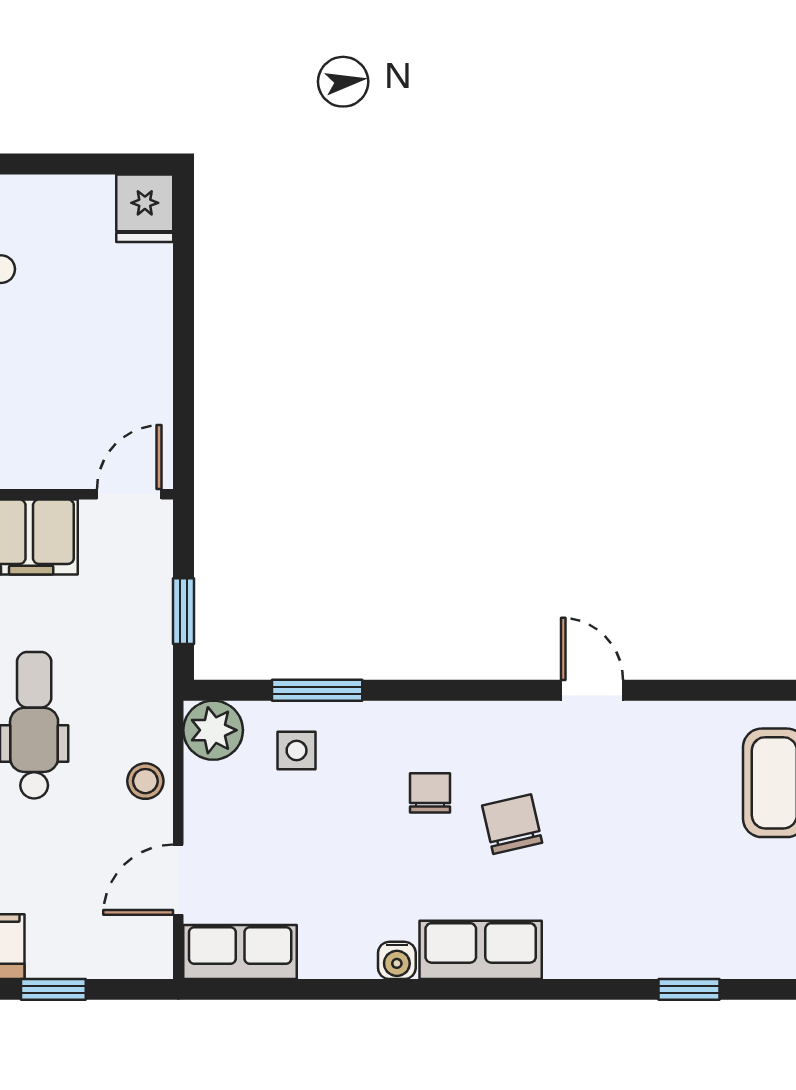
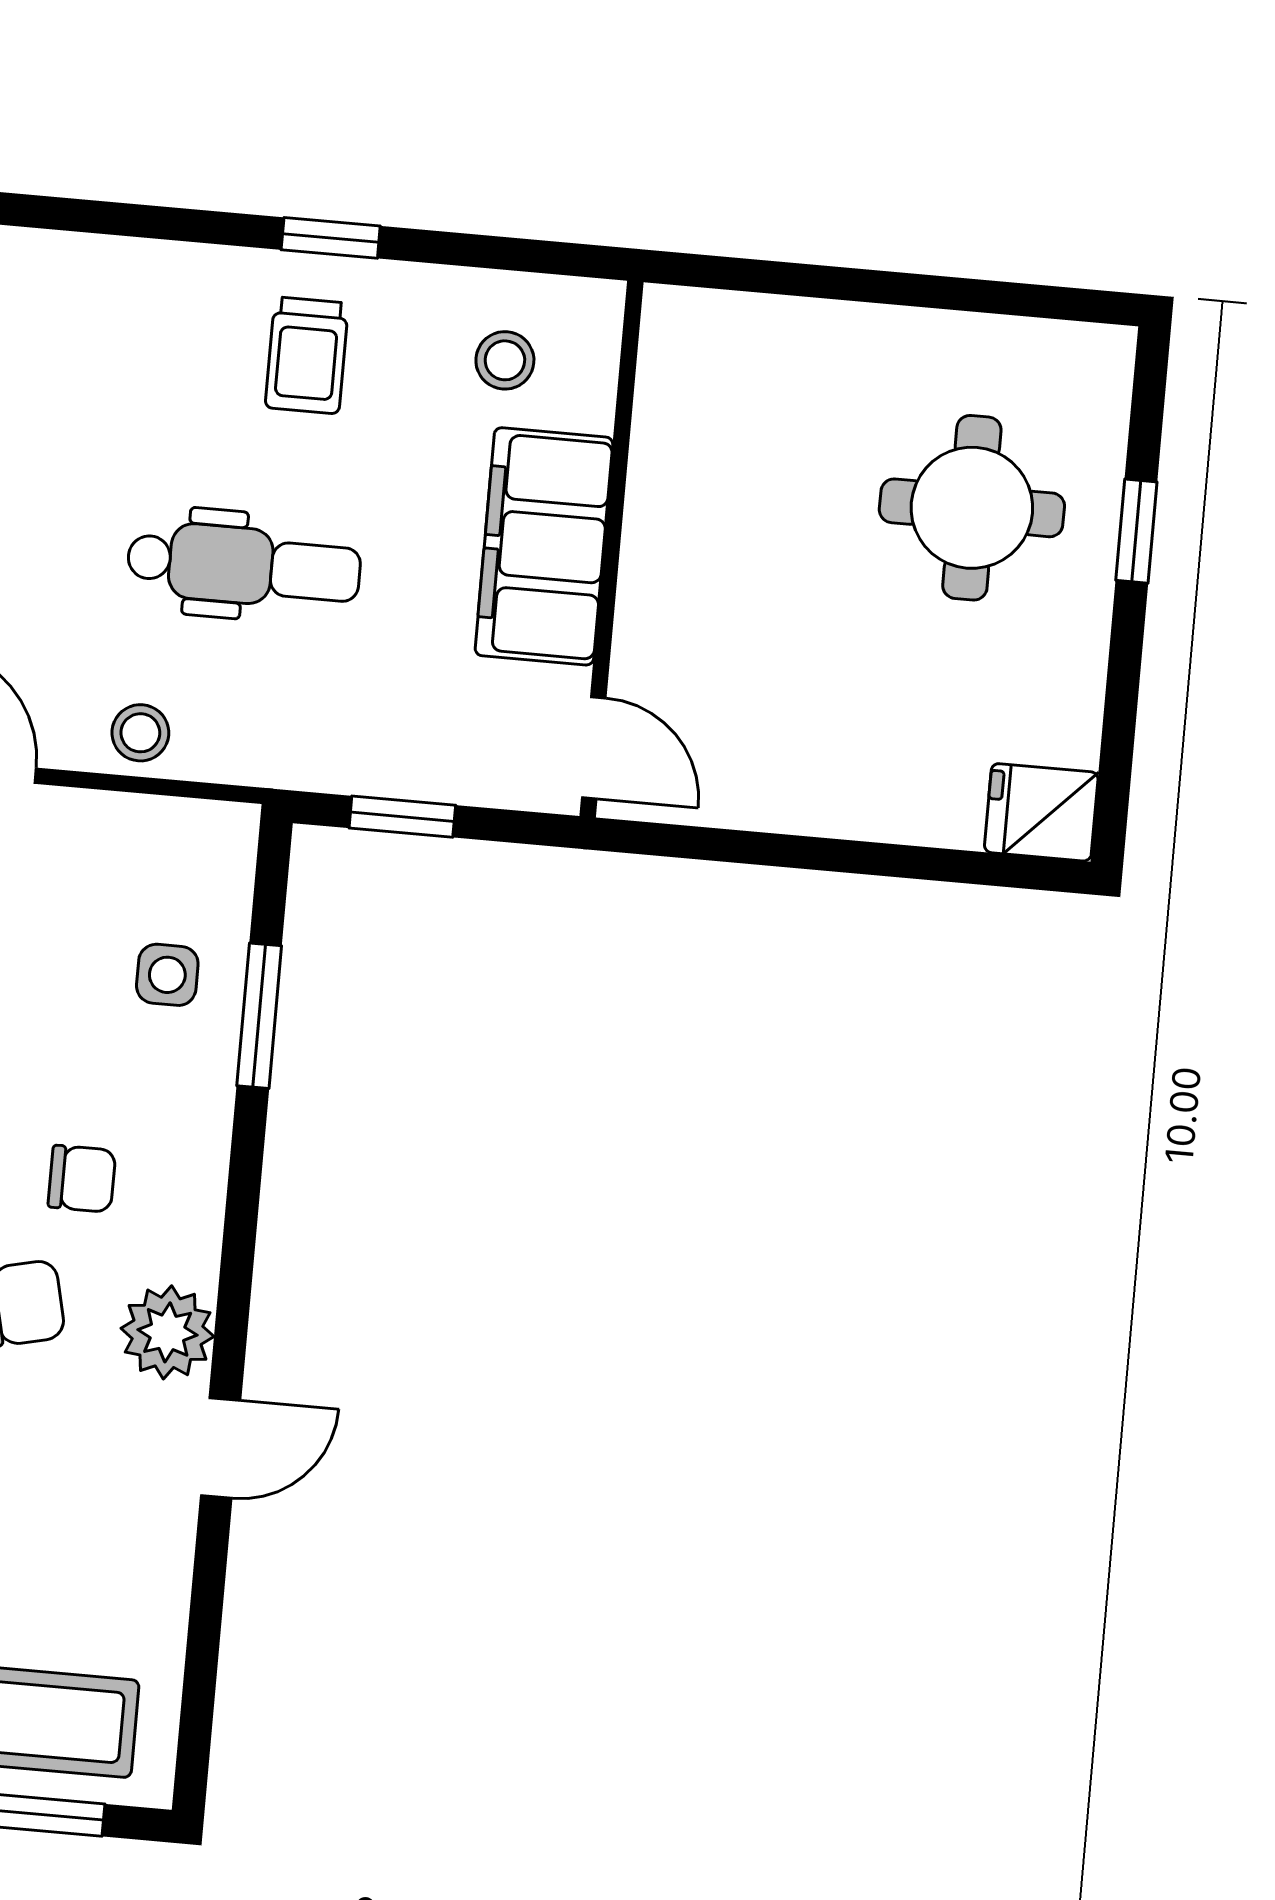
plant: (213, 730) -> (168, 1332), moved

